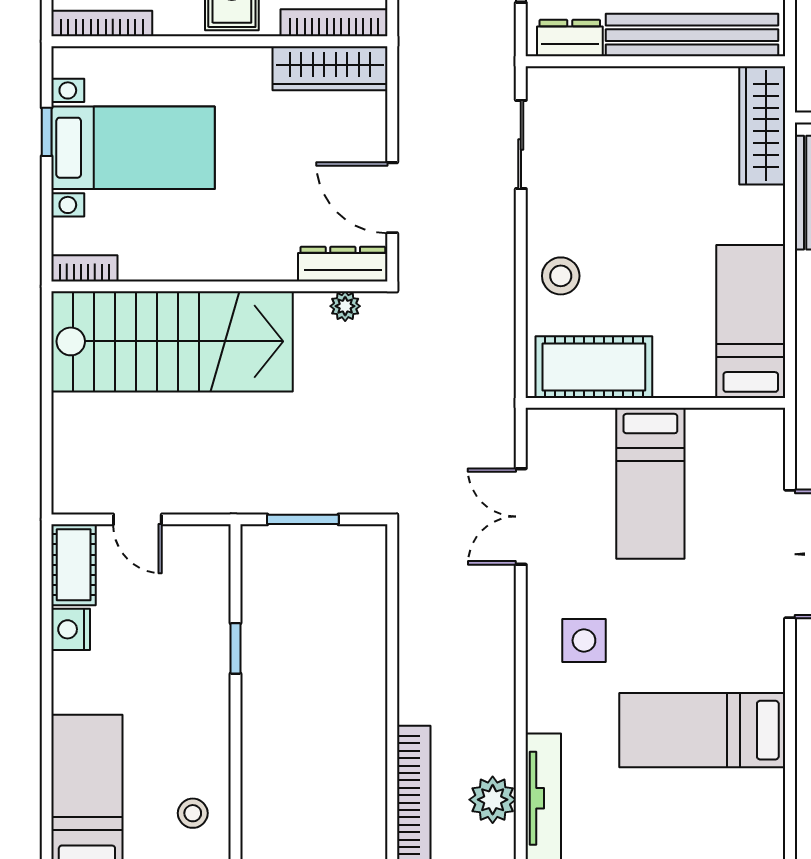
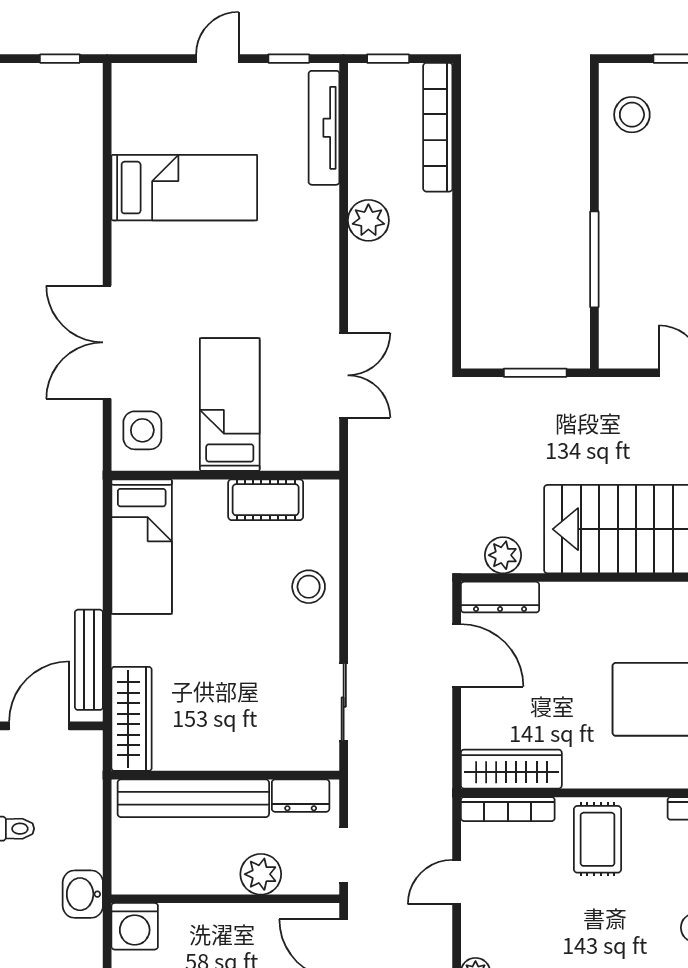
plant: (345, 306) -> (503, 555), width x1.38, depth x1.38
cot: (594, 367) -> (266, 500), width x0.73, depth x0.75
side table: (584, 640) -> (142, 430), moved
window: (236, 648) -> (594, 259), width x2.17
plant: (493, 800) -> (368, 220), moved
stool: (193, 813) -> (632, 115), width x1.37, depth x1.37

